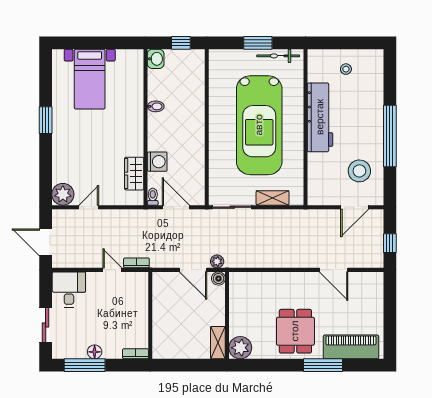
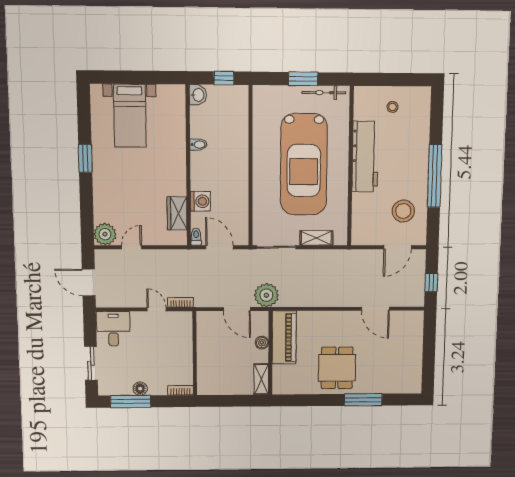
plant: (217, 261) -> (266, 295), width x1.87, depth x1.87
boiler: (218, 279) -> (262, 343), moved
piano: (351, 347) -> (284, 338), moved, turned 90
plant: (240, 348) -> (283, 384), removed

